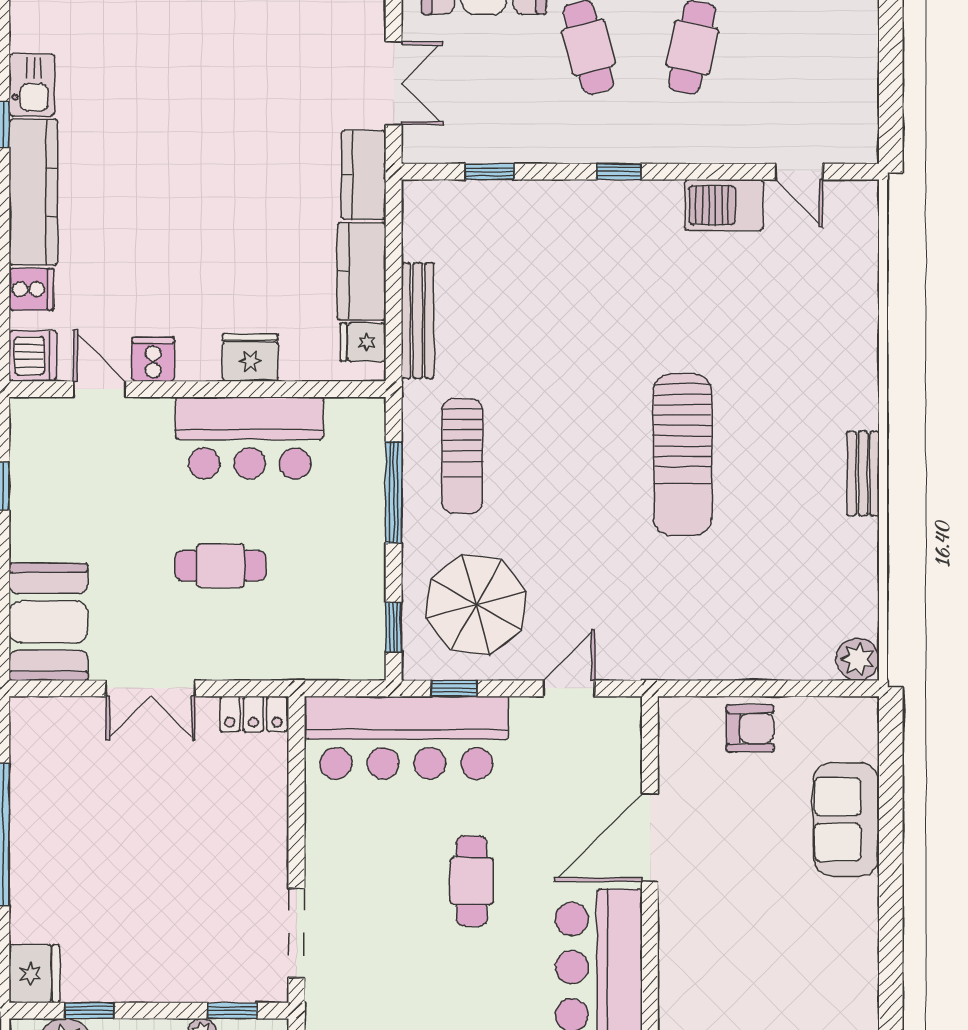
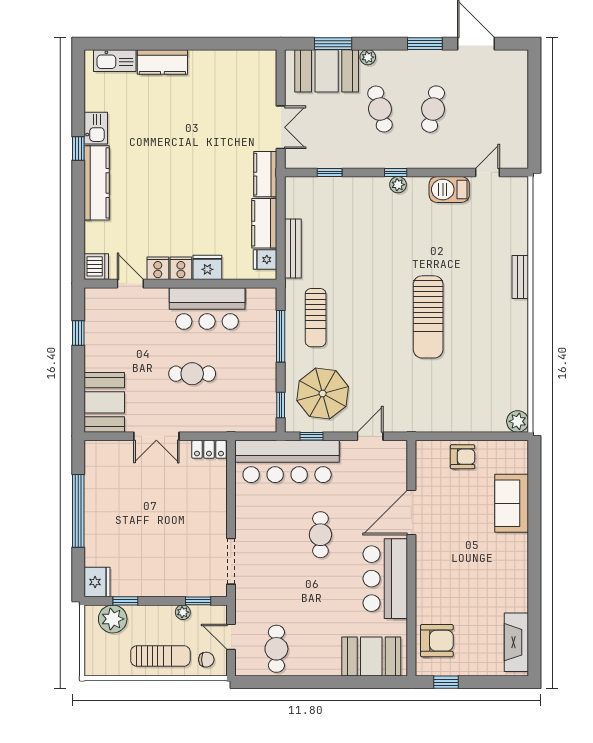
door: (799, 172) -> (488, 172), swing flipped
plant: (624, 196) -> (398, 185), added
cooker: (31, 289) -> (181, 268), moved, turned -90
bench: (863, 473) -> (520, 277), moved

